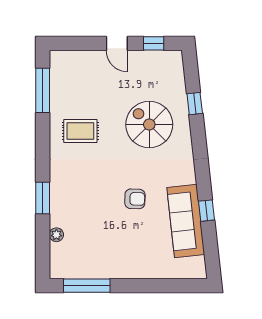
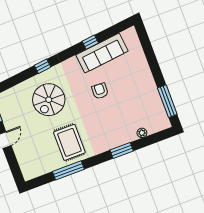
window: (43, 90) -> (68, 170), moved
window: (195, 104) -> (43, 66), moved
rug: (80, 131) -> (69, 142), width x1.36, depth x1.43

